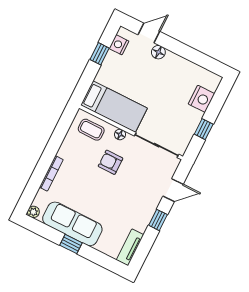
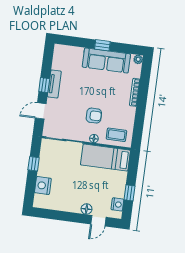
tv unit: (130, 247) -> (54, 84), moved

